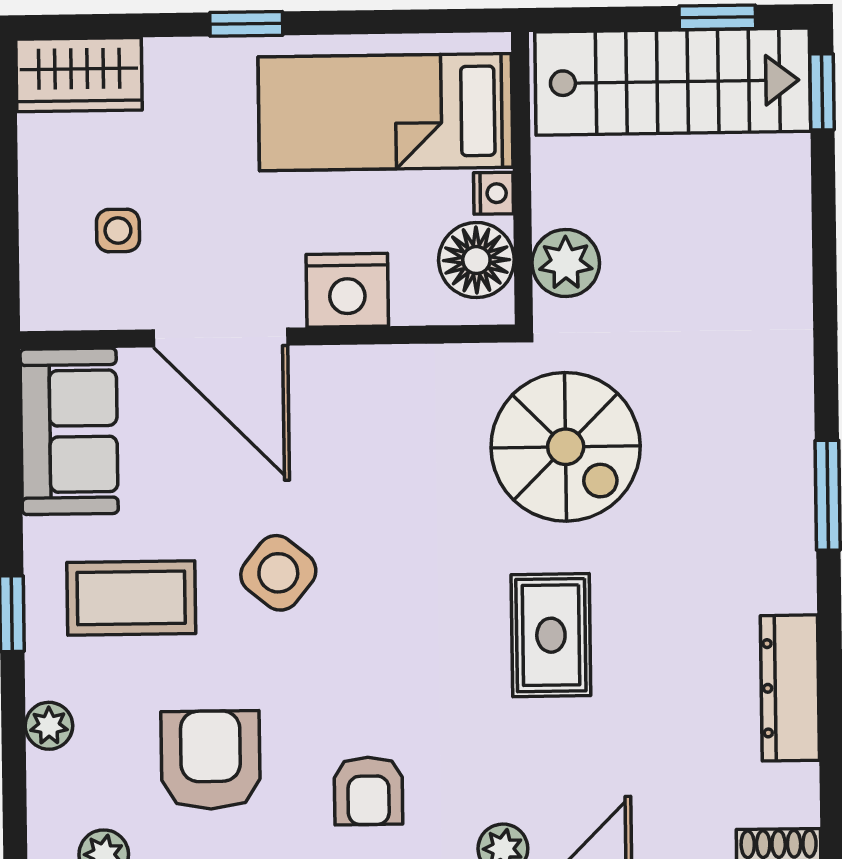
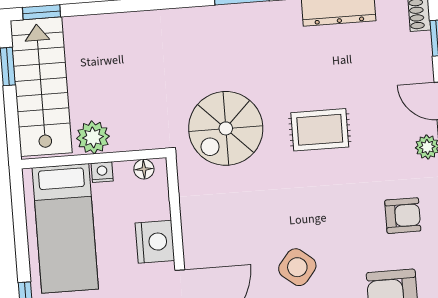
floor lamp: (476, 260) -> (144, 169), width x0.53, depth x0.53
plant: (566, 263) -> (93, 137), moved
spiral stairs: (566, 447) -> (226, 128), turned 180

